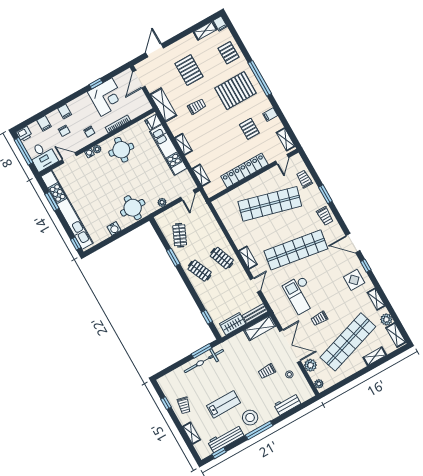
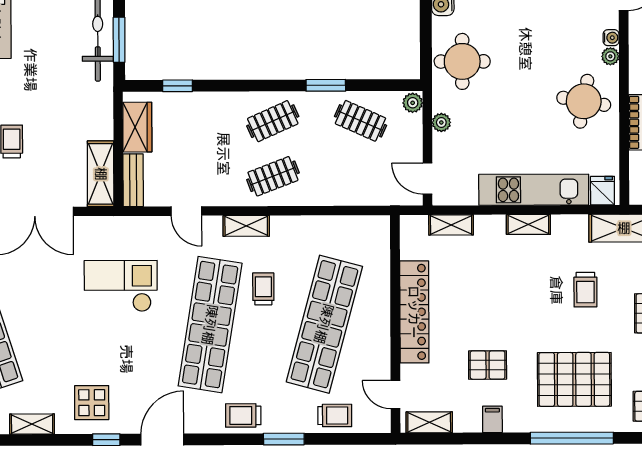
pallet: (236, 91) -> (574, 379), turned 90
plant: (161, 218) -> (413, 103), added
trolley: (319, 318) -> (263, 289), moved

